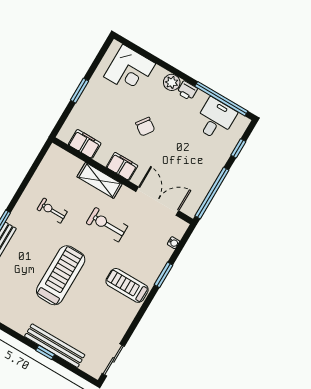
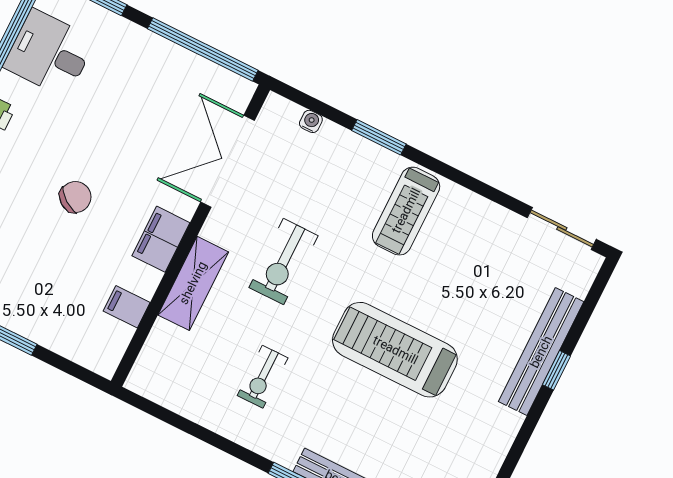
filing cabinet: (85, 144) -> (127, 307), width x0.50

